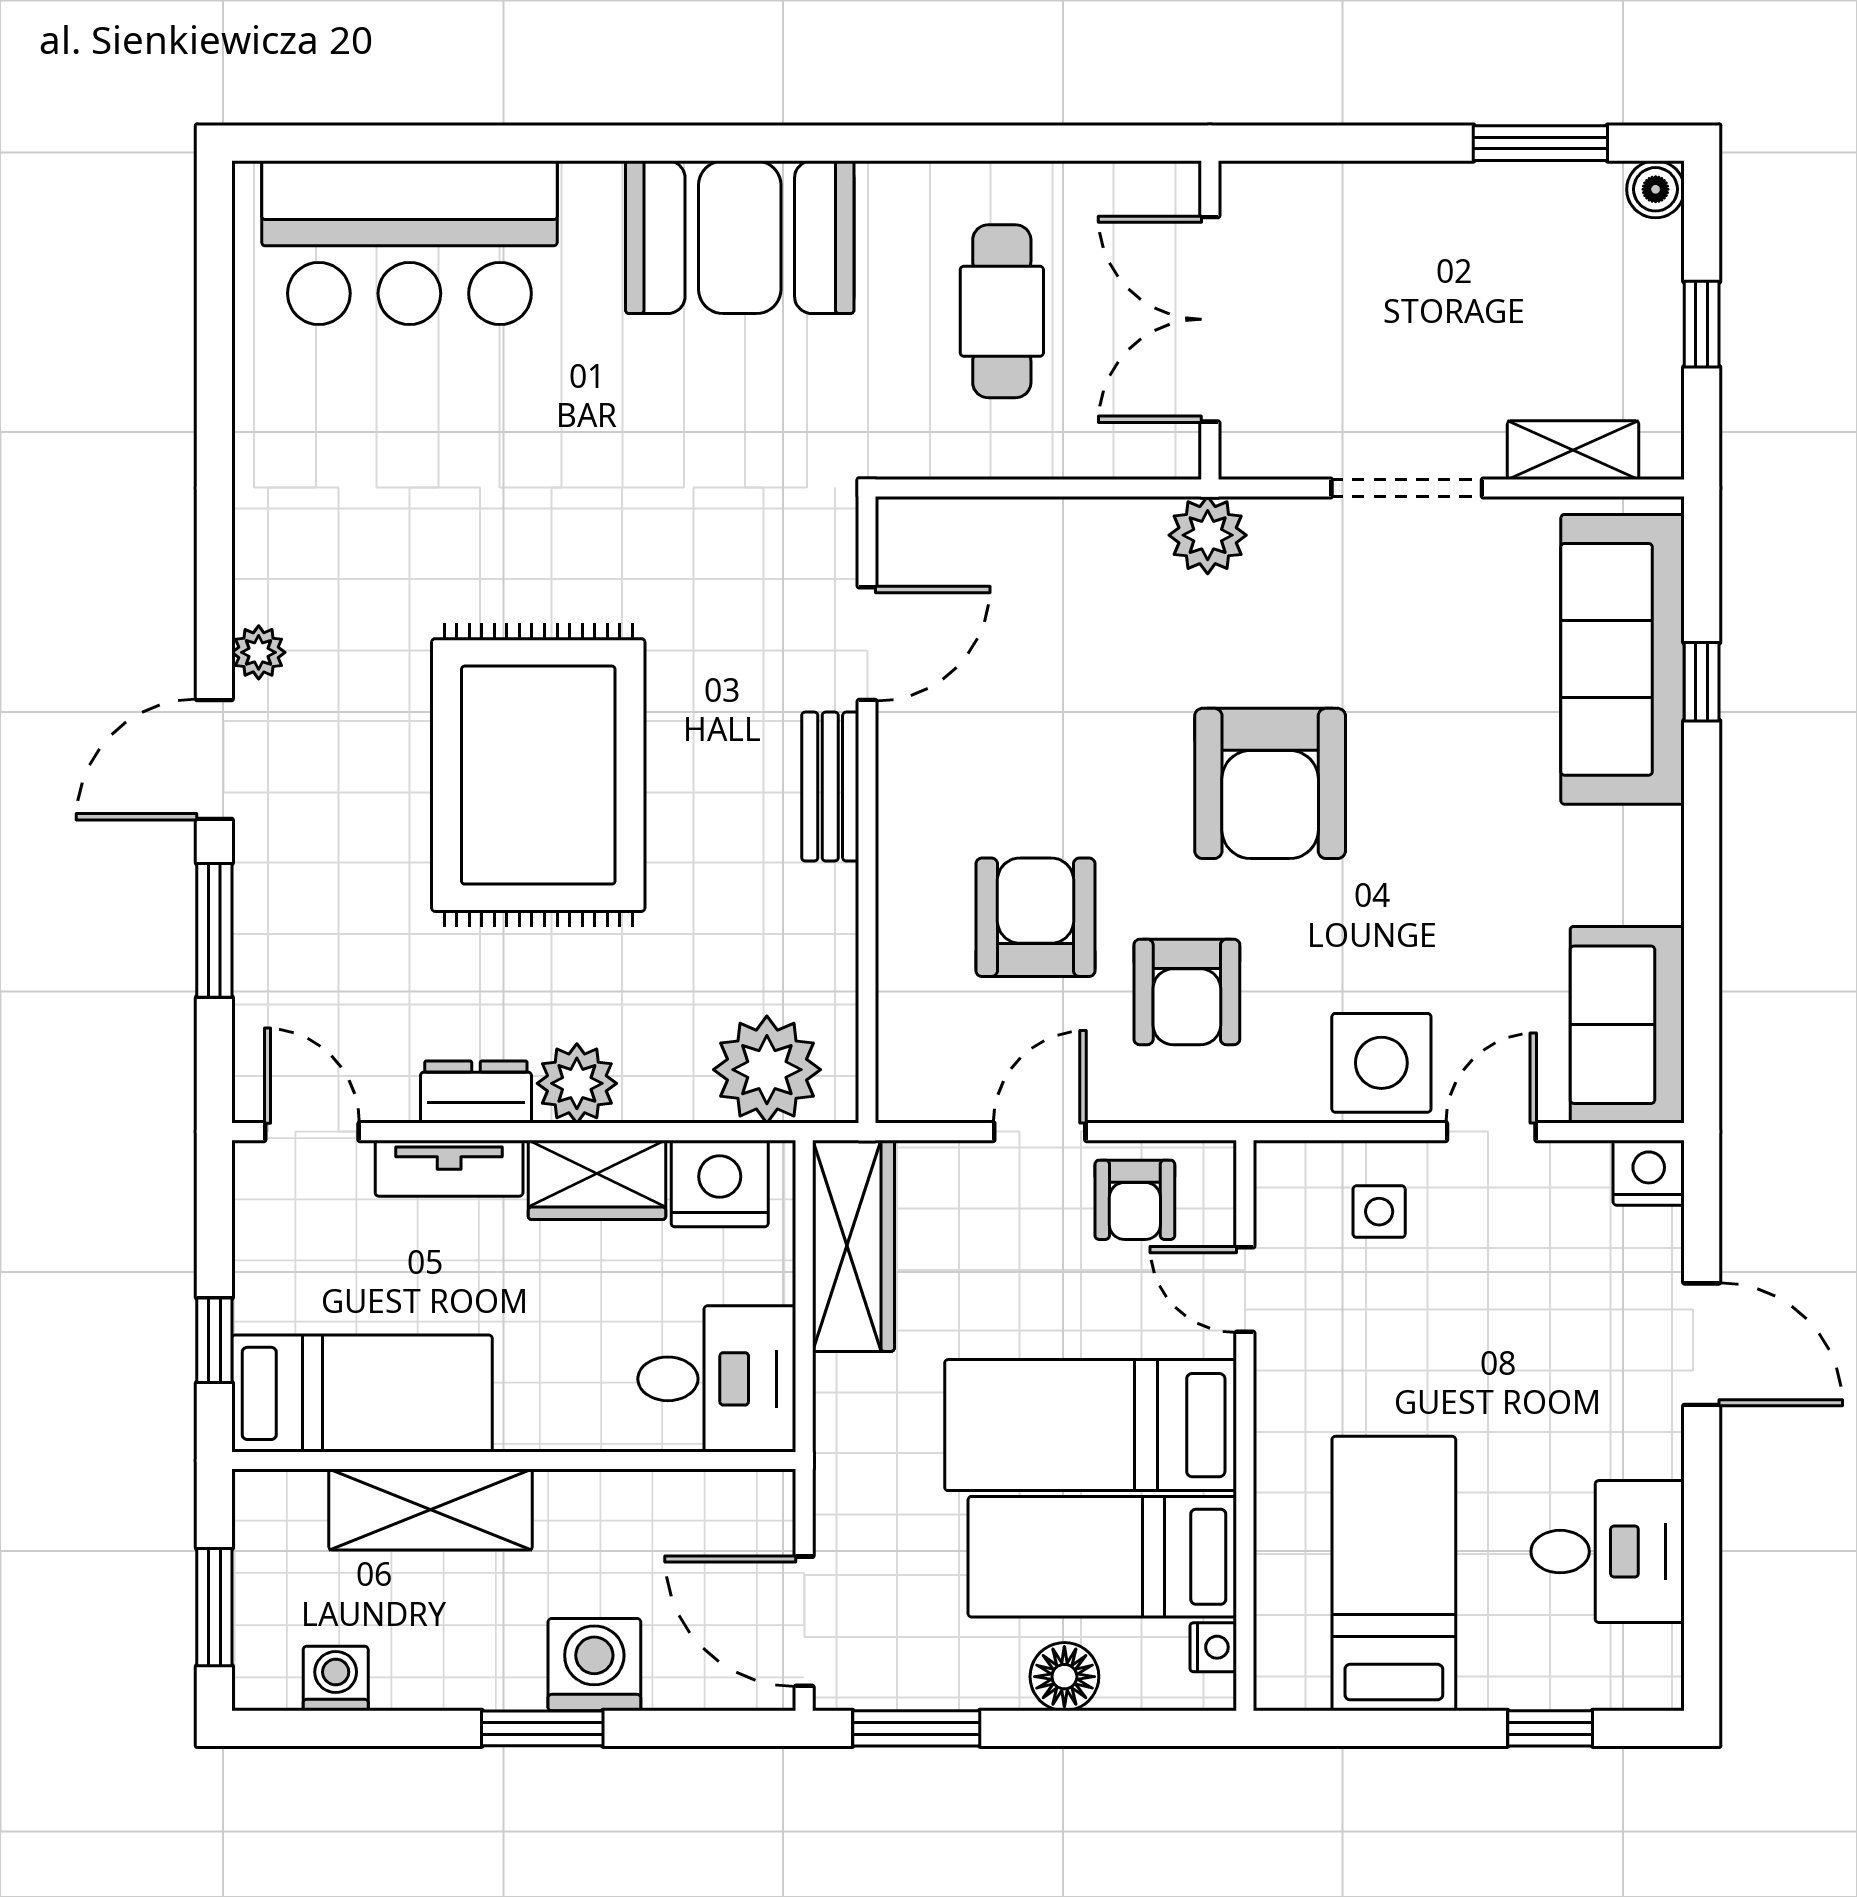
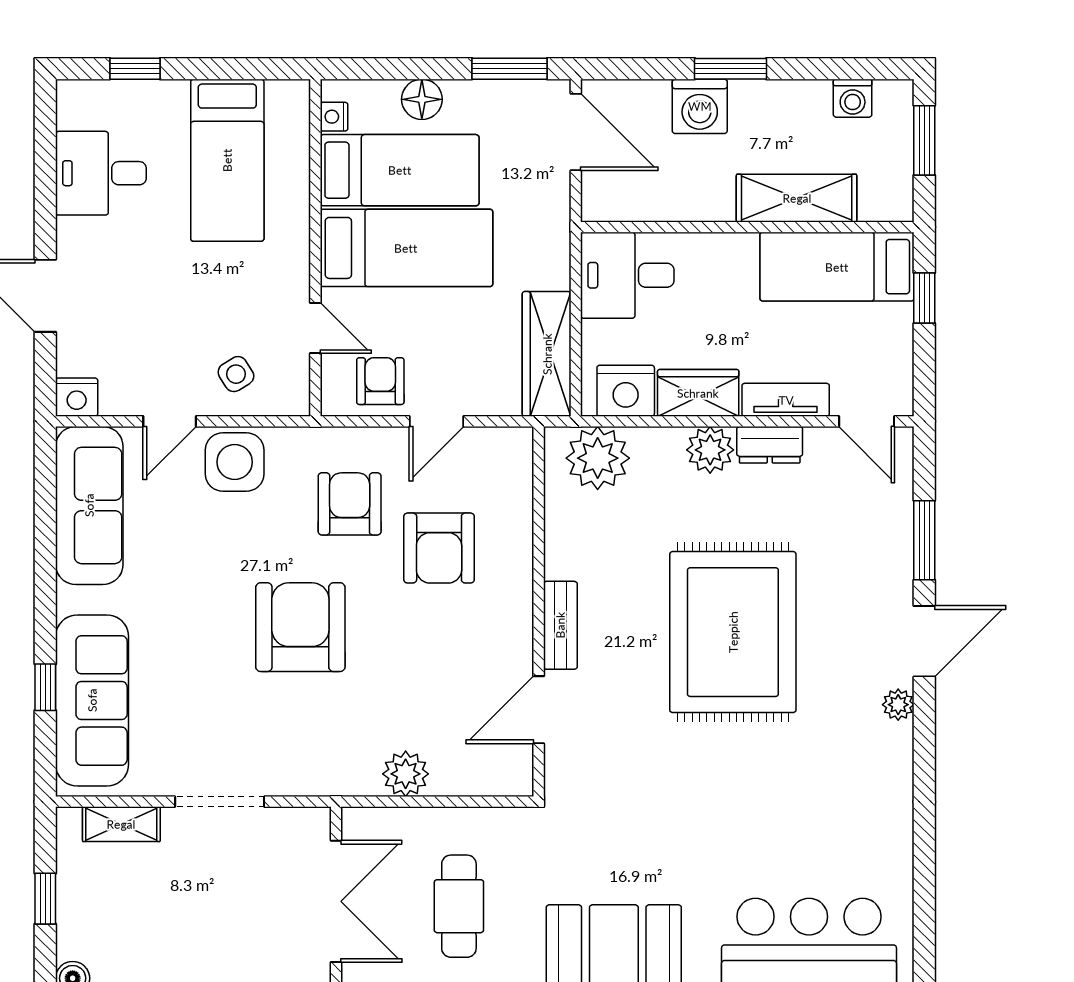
plant: (1208, 535) -> (406, 774), moved
sofa: (1627, 1025) -> (89, 505), width x1.36
side table: (1379, 1212) -> (236, 374), turned -32

